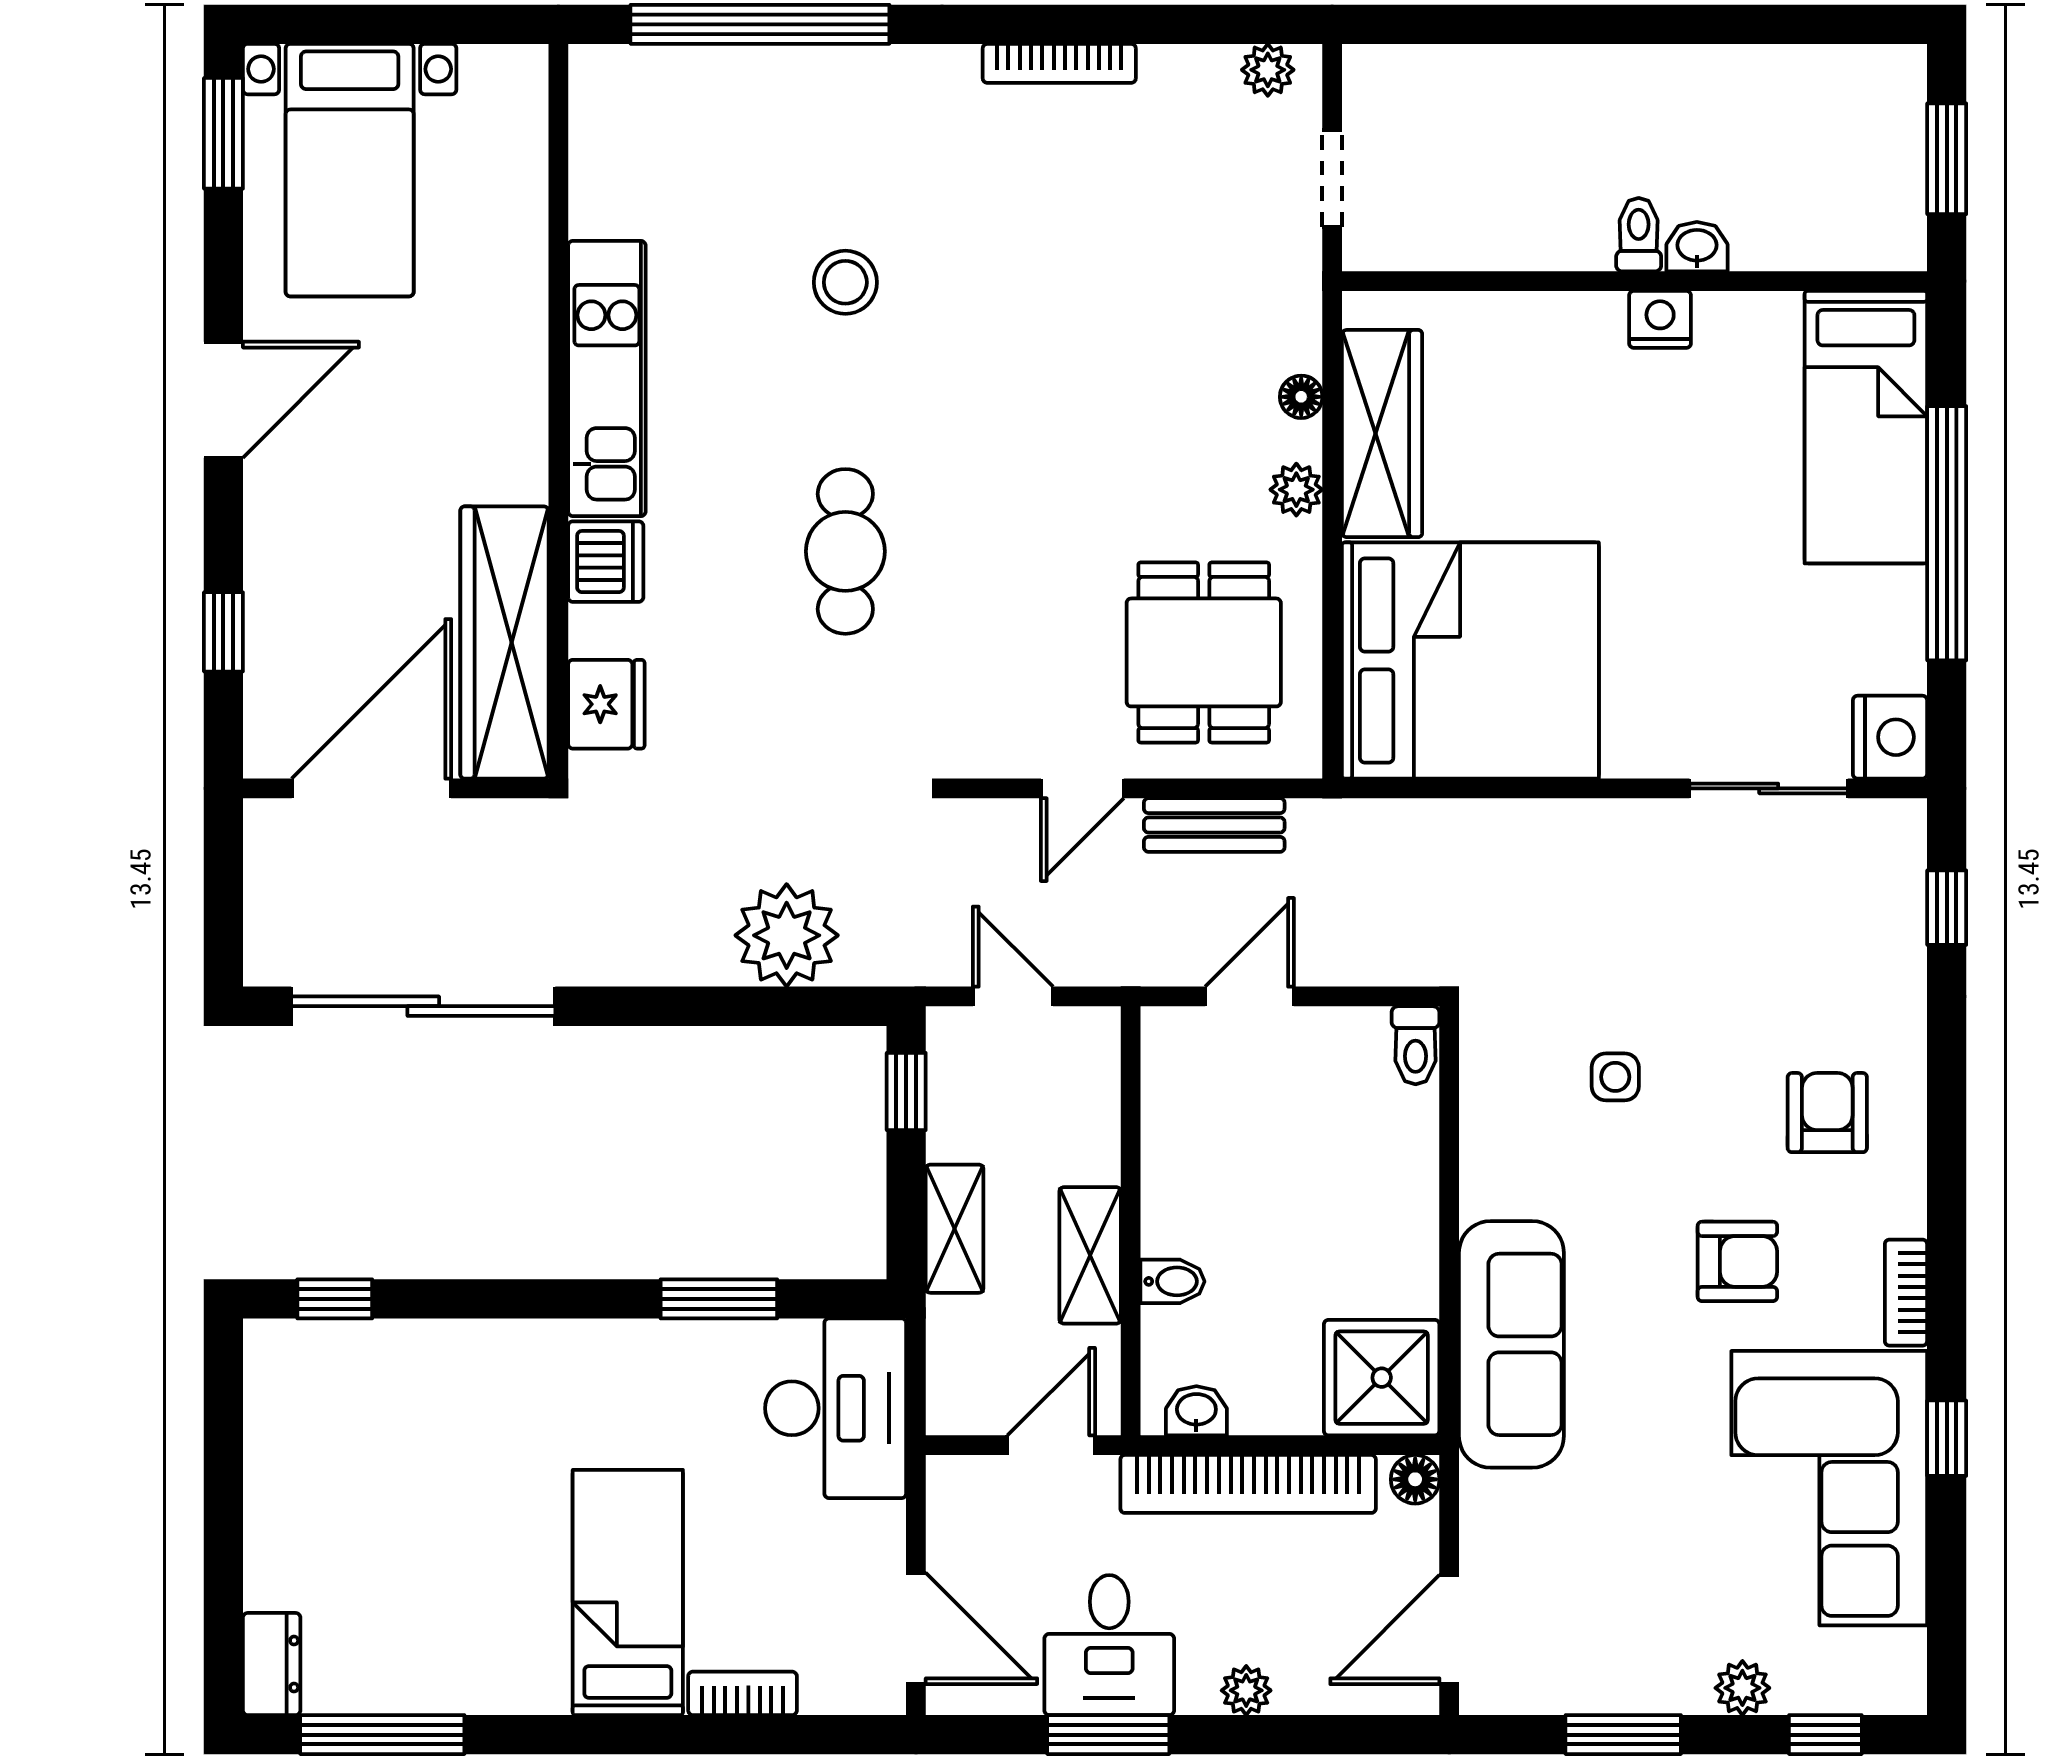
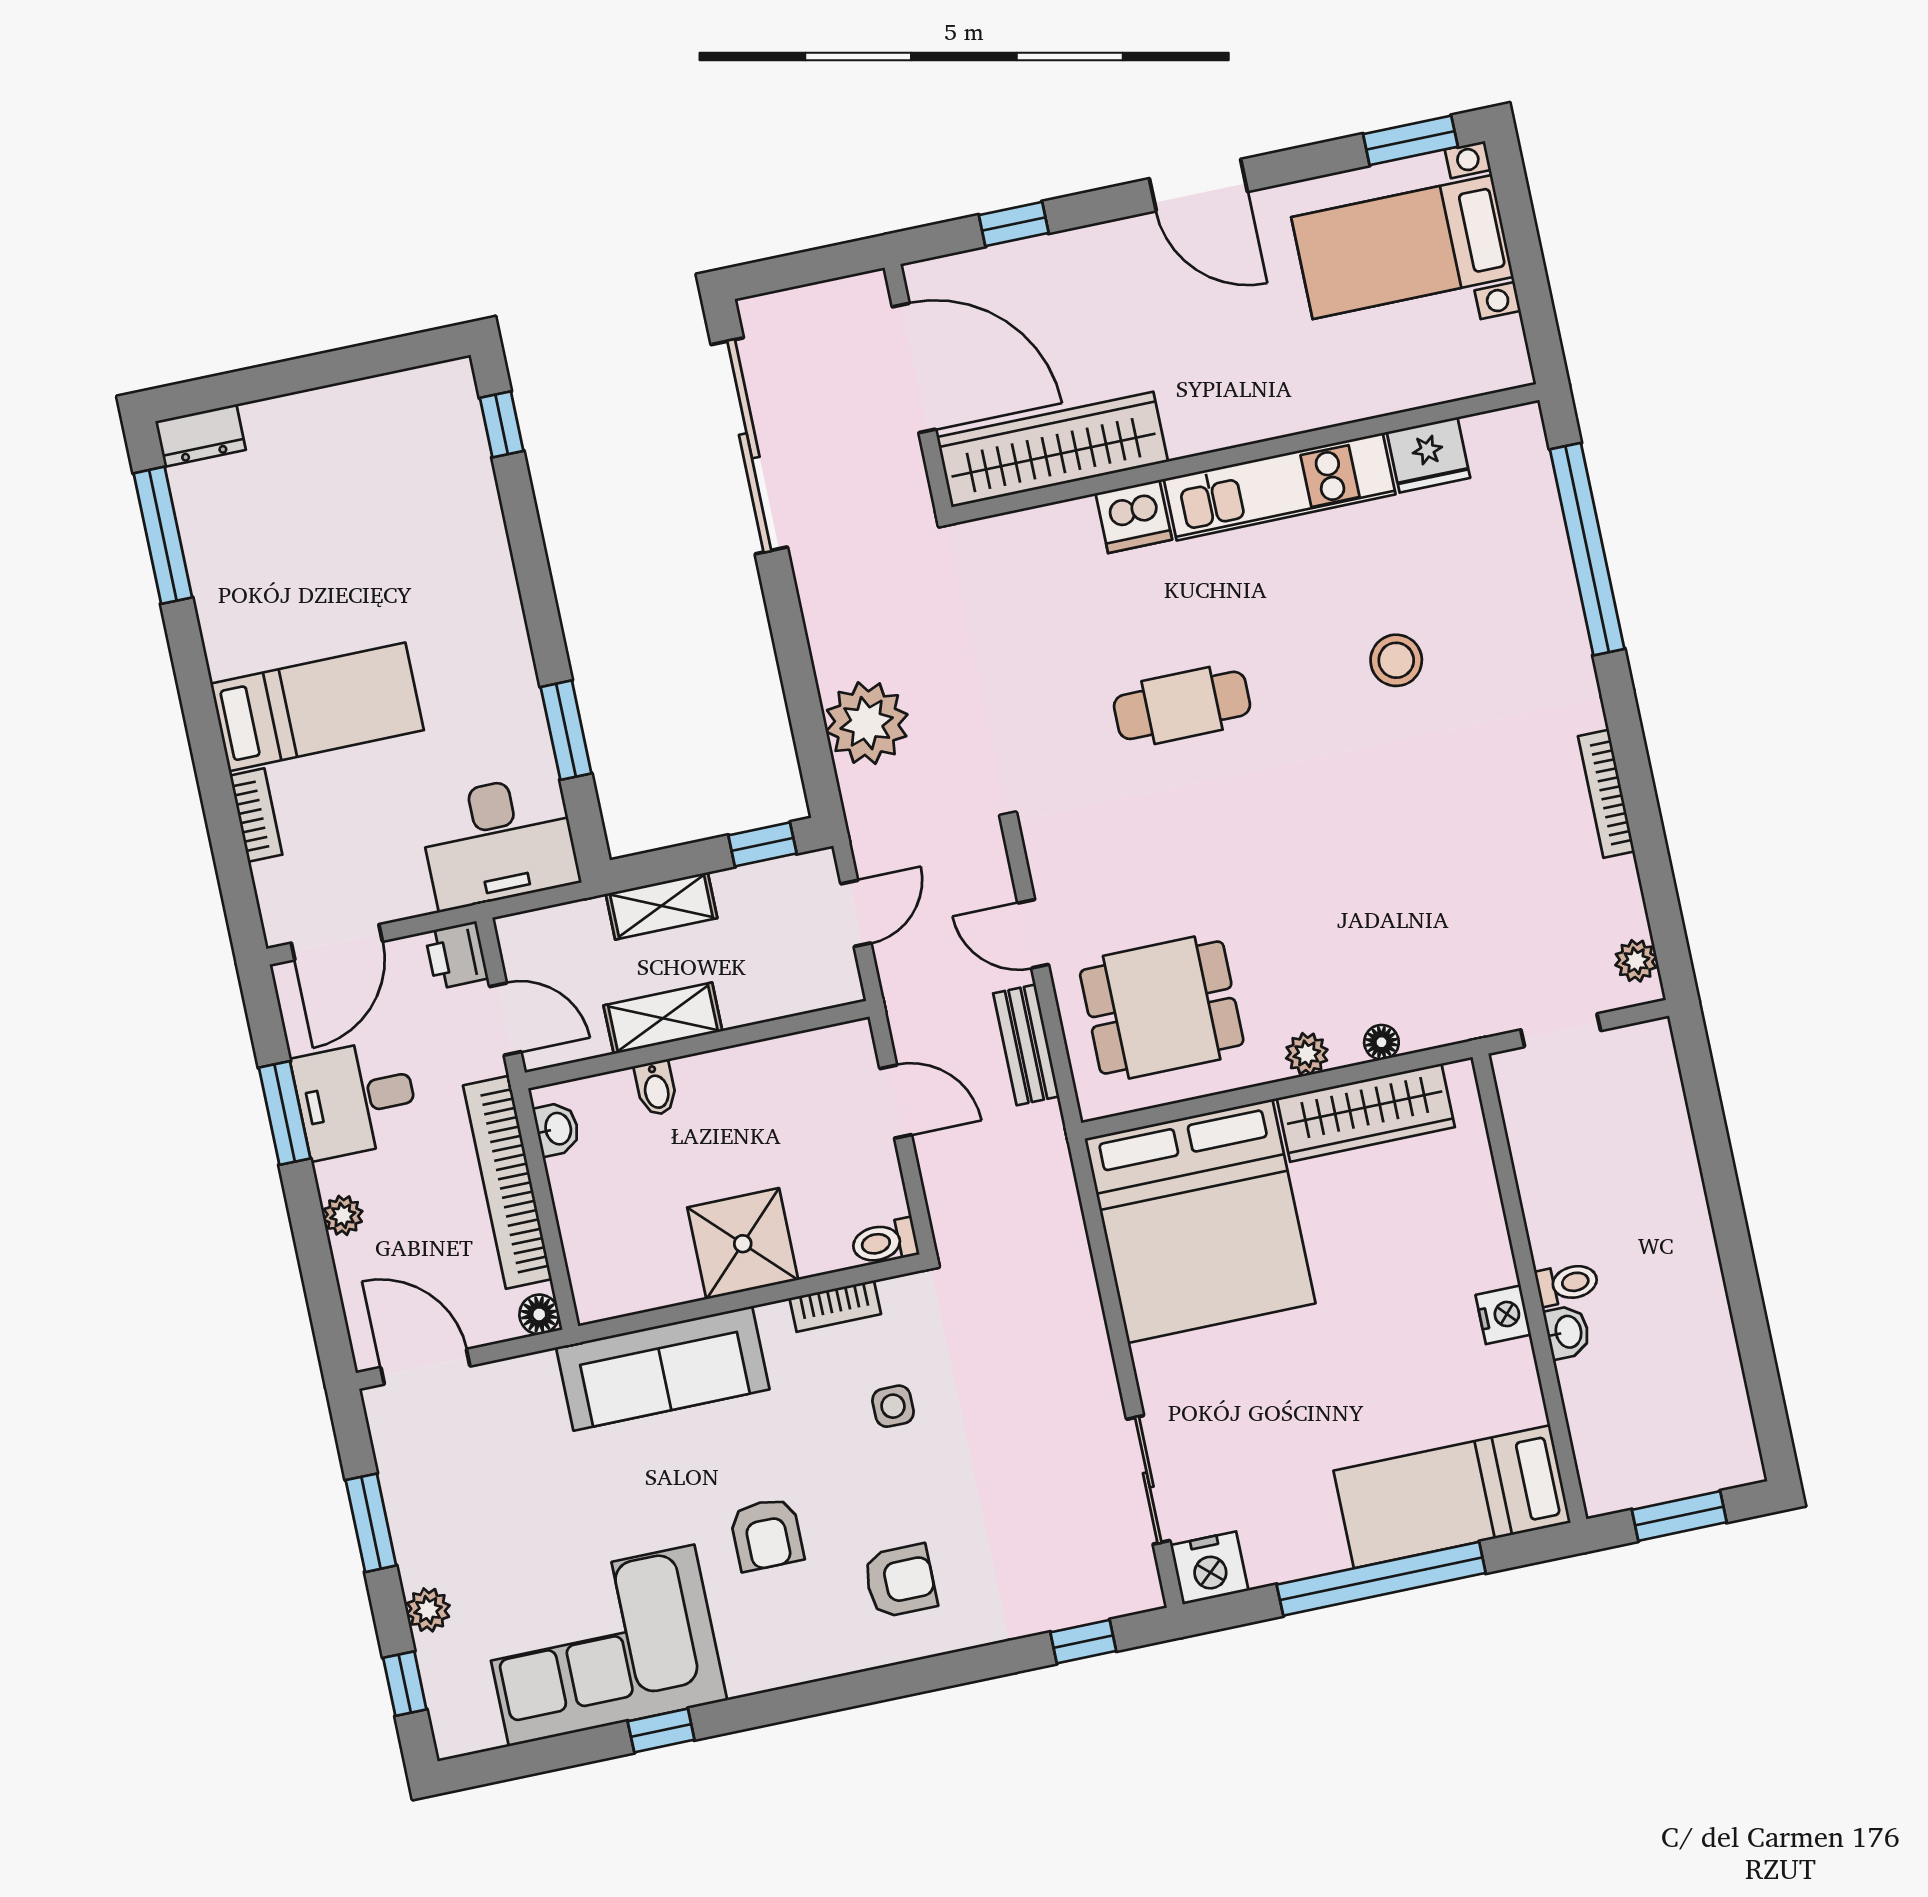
fridge: (606, 704) -> (1428, 455), moved
bookcase: (1906, 1293) -> (835, 1306), moved, turned 180
shower: (1382, 1378) -> (743, 1244), moved
printer: (962, 1488) -> (456, 955), added

